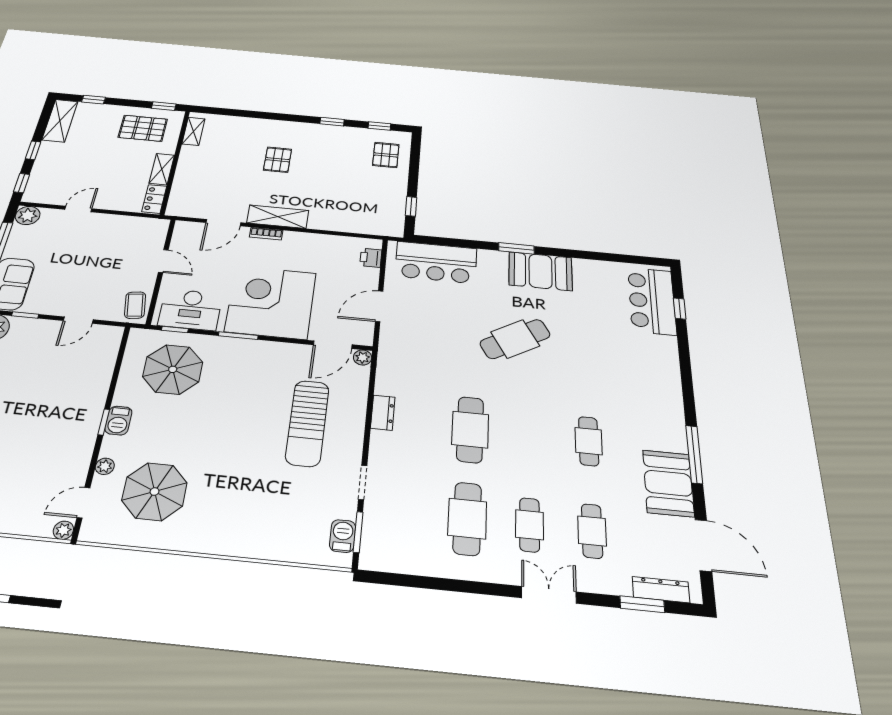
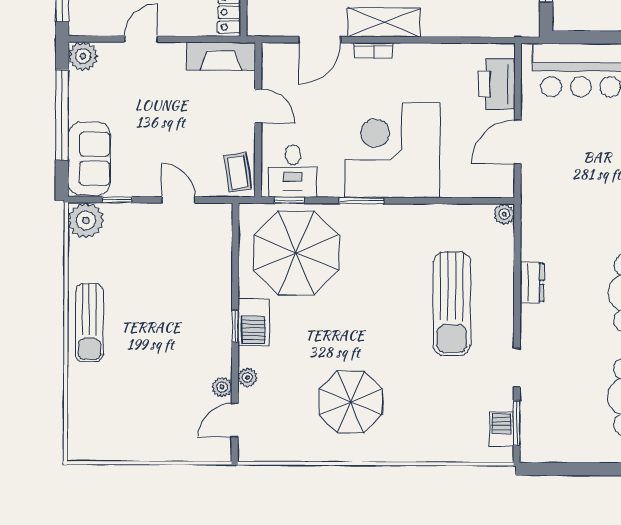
fireplace: (141, 226) -> (221, 56), added
printer: (371, 258) -> (497, 84), width x1.87, depth x1.48
desk: (190, 309) -> (293, 171), width x0.73
door: (78, 320) -> (178, 200), swing flipped
door: (333, 345) -> (469, 201), removed
parasol: (173, 369) -> (296, 253), width x1.36, depth x1.36
barbecue: (118, 421) -> (254, 323), width x1.38, depth x1.27
parasol: (155, 492) -> (351, 402), moved
plant: (63, 530) -> (222, 387), moved

